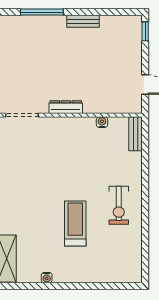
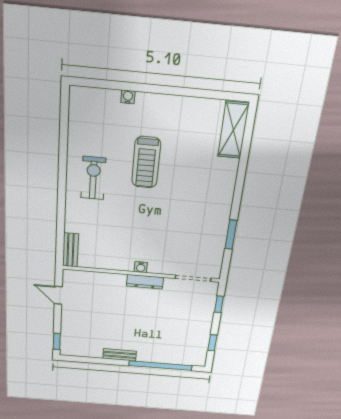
window: (42, 12) -> (160, 366), width x1.46
water cooler: (102, 122) -> (141, 267), moved
water cooler: (47, 278) -> (128, 97), moved

